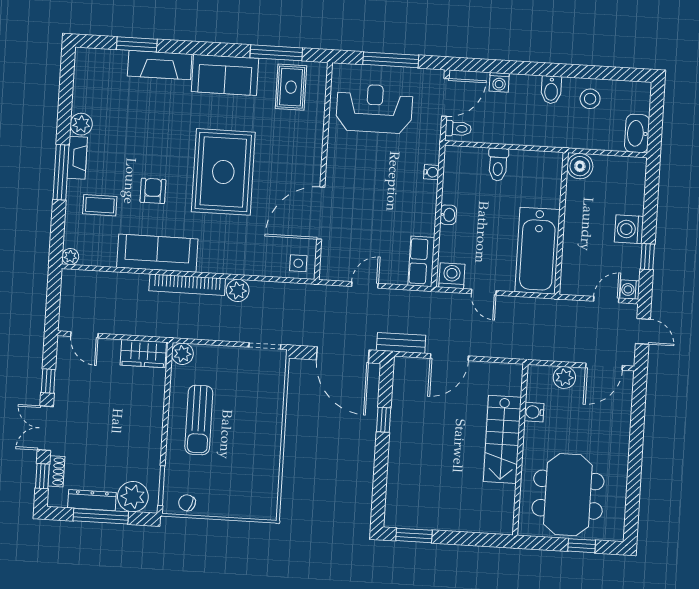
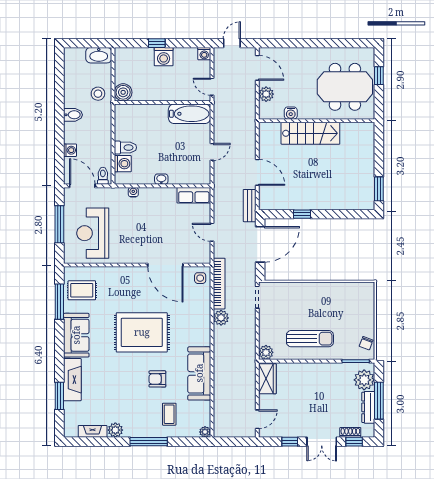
stool: (590, 99) -> (98, 94), moved
fireplace: (77, 158) -> (93, 431), moved
bathtub: (538, 251) -> (190, 114), width x0.73, depth x0.73
window: (647, 257) -> (157, 43), moved
washing machine: (452, 276) -> (123, 164), moved, turned 180
bookcase: (187, 285) -> (219, 284), moved
door: (606, 300) -> (212, 87), moved

